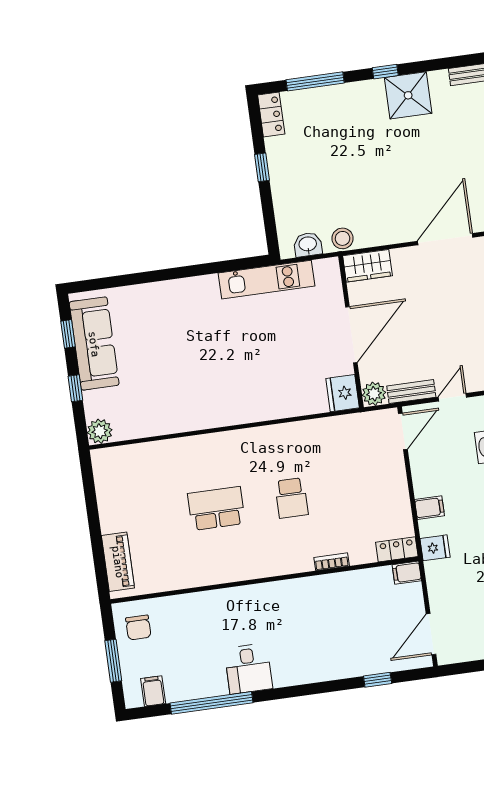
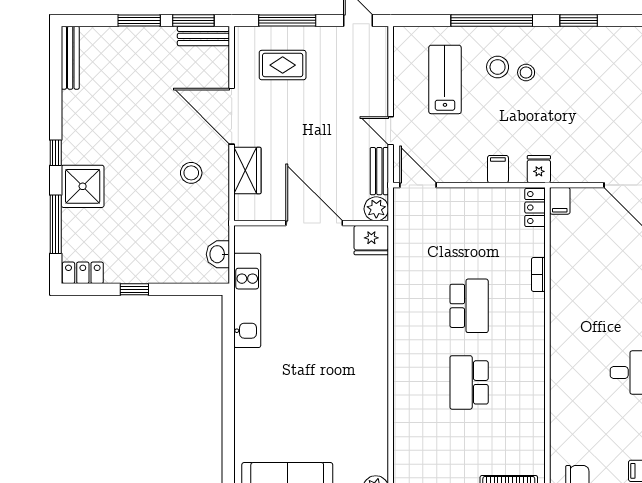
shower: (408, 95) -> (83, 186), moved
stool: (343, 238) -> (191, 173), moved
wardrobe: (367, 266) -> (247, 171), moved
school desk: (291, 498) -> (469, 306), width x1.85

